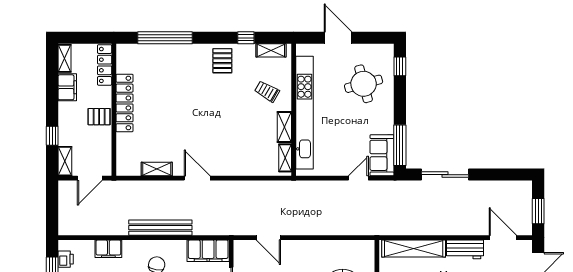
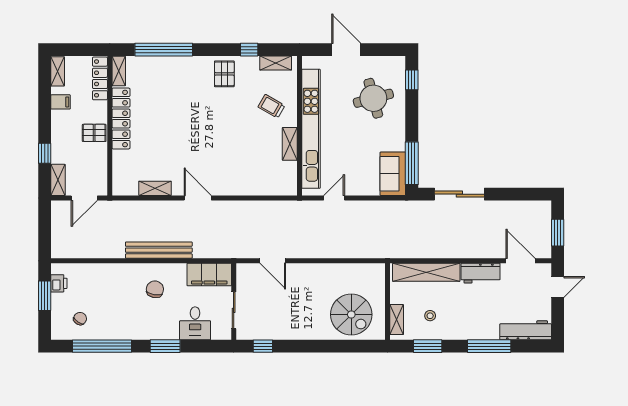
filing cabinet: (67, 87) -> (61, 102), width x0.50
shelving: (285, 158) -> (119, 71), moved
door: (358, 178) -> (334, 198), moved
filing cabinet: (108, 249) -> (104, 272), removed

